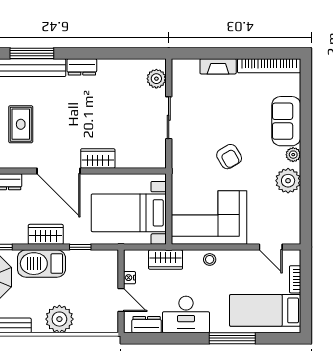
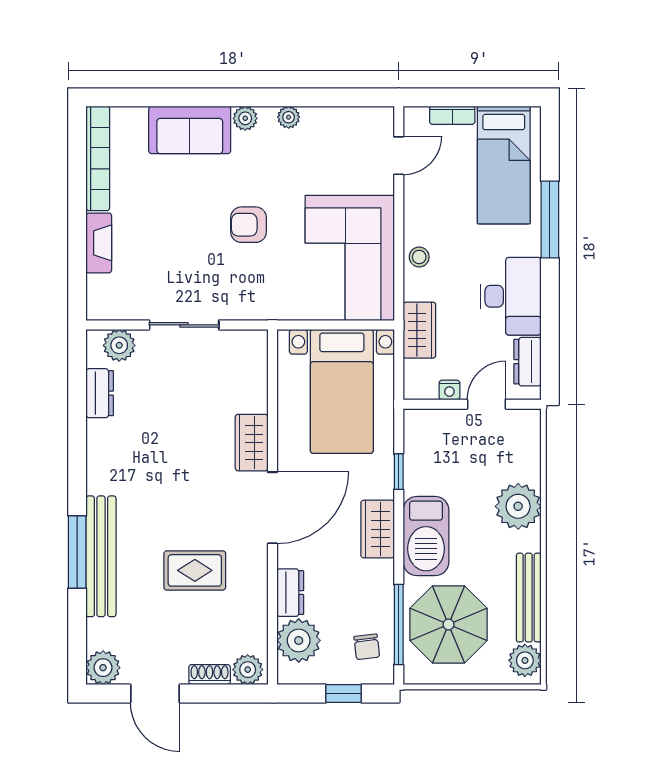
dresser: (82, 67) -> (100, 393), moved
armchair: (229, 157) -> (249, 225), turned -150
plant: (288, 181) -> (289, 117), width x0.53, depth x0.53

